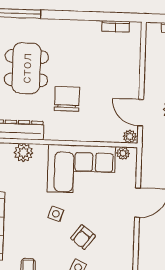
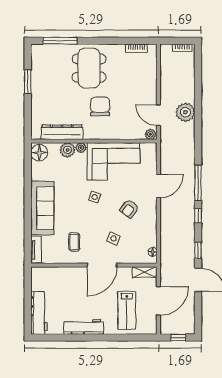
dining table: (26, 68) -> (89, 68), moved
plant: (123, 153) -> (81, 148), moved
armchair: (83, 237) -> (129, 209), moved

